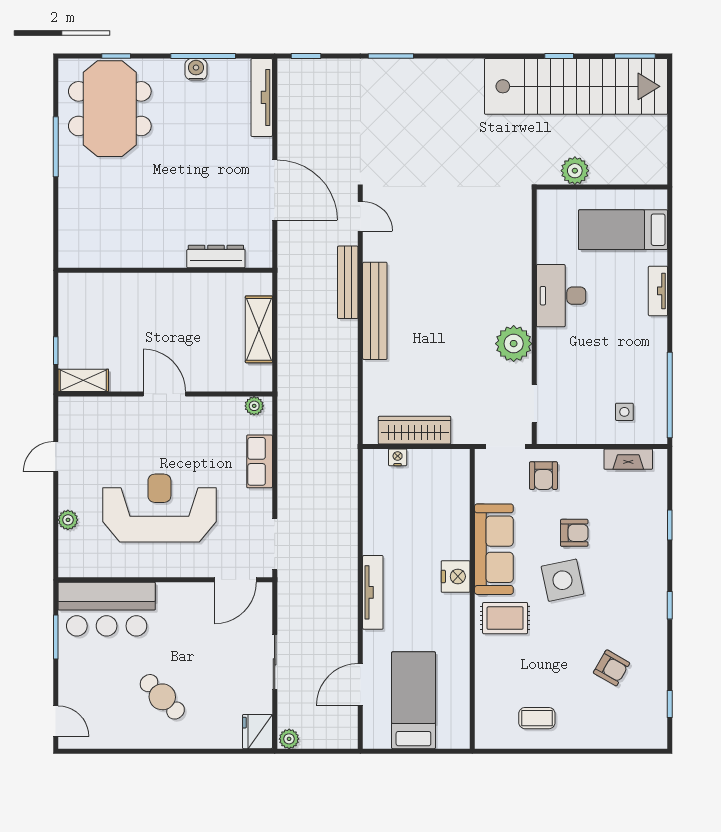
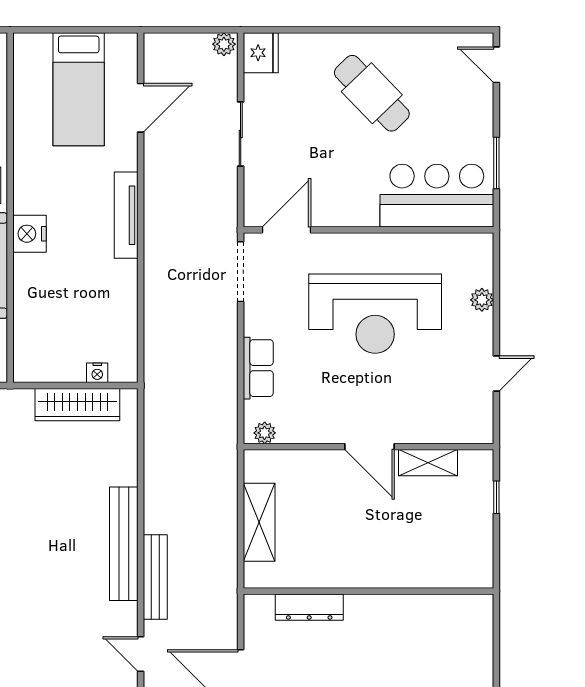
shelving: (83, 380) -> (428, 463), moved
cafe table: (162, 697) -> (372, 93), width x1.37, depth x1.35

